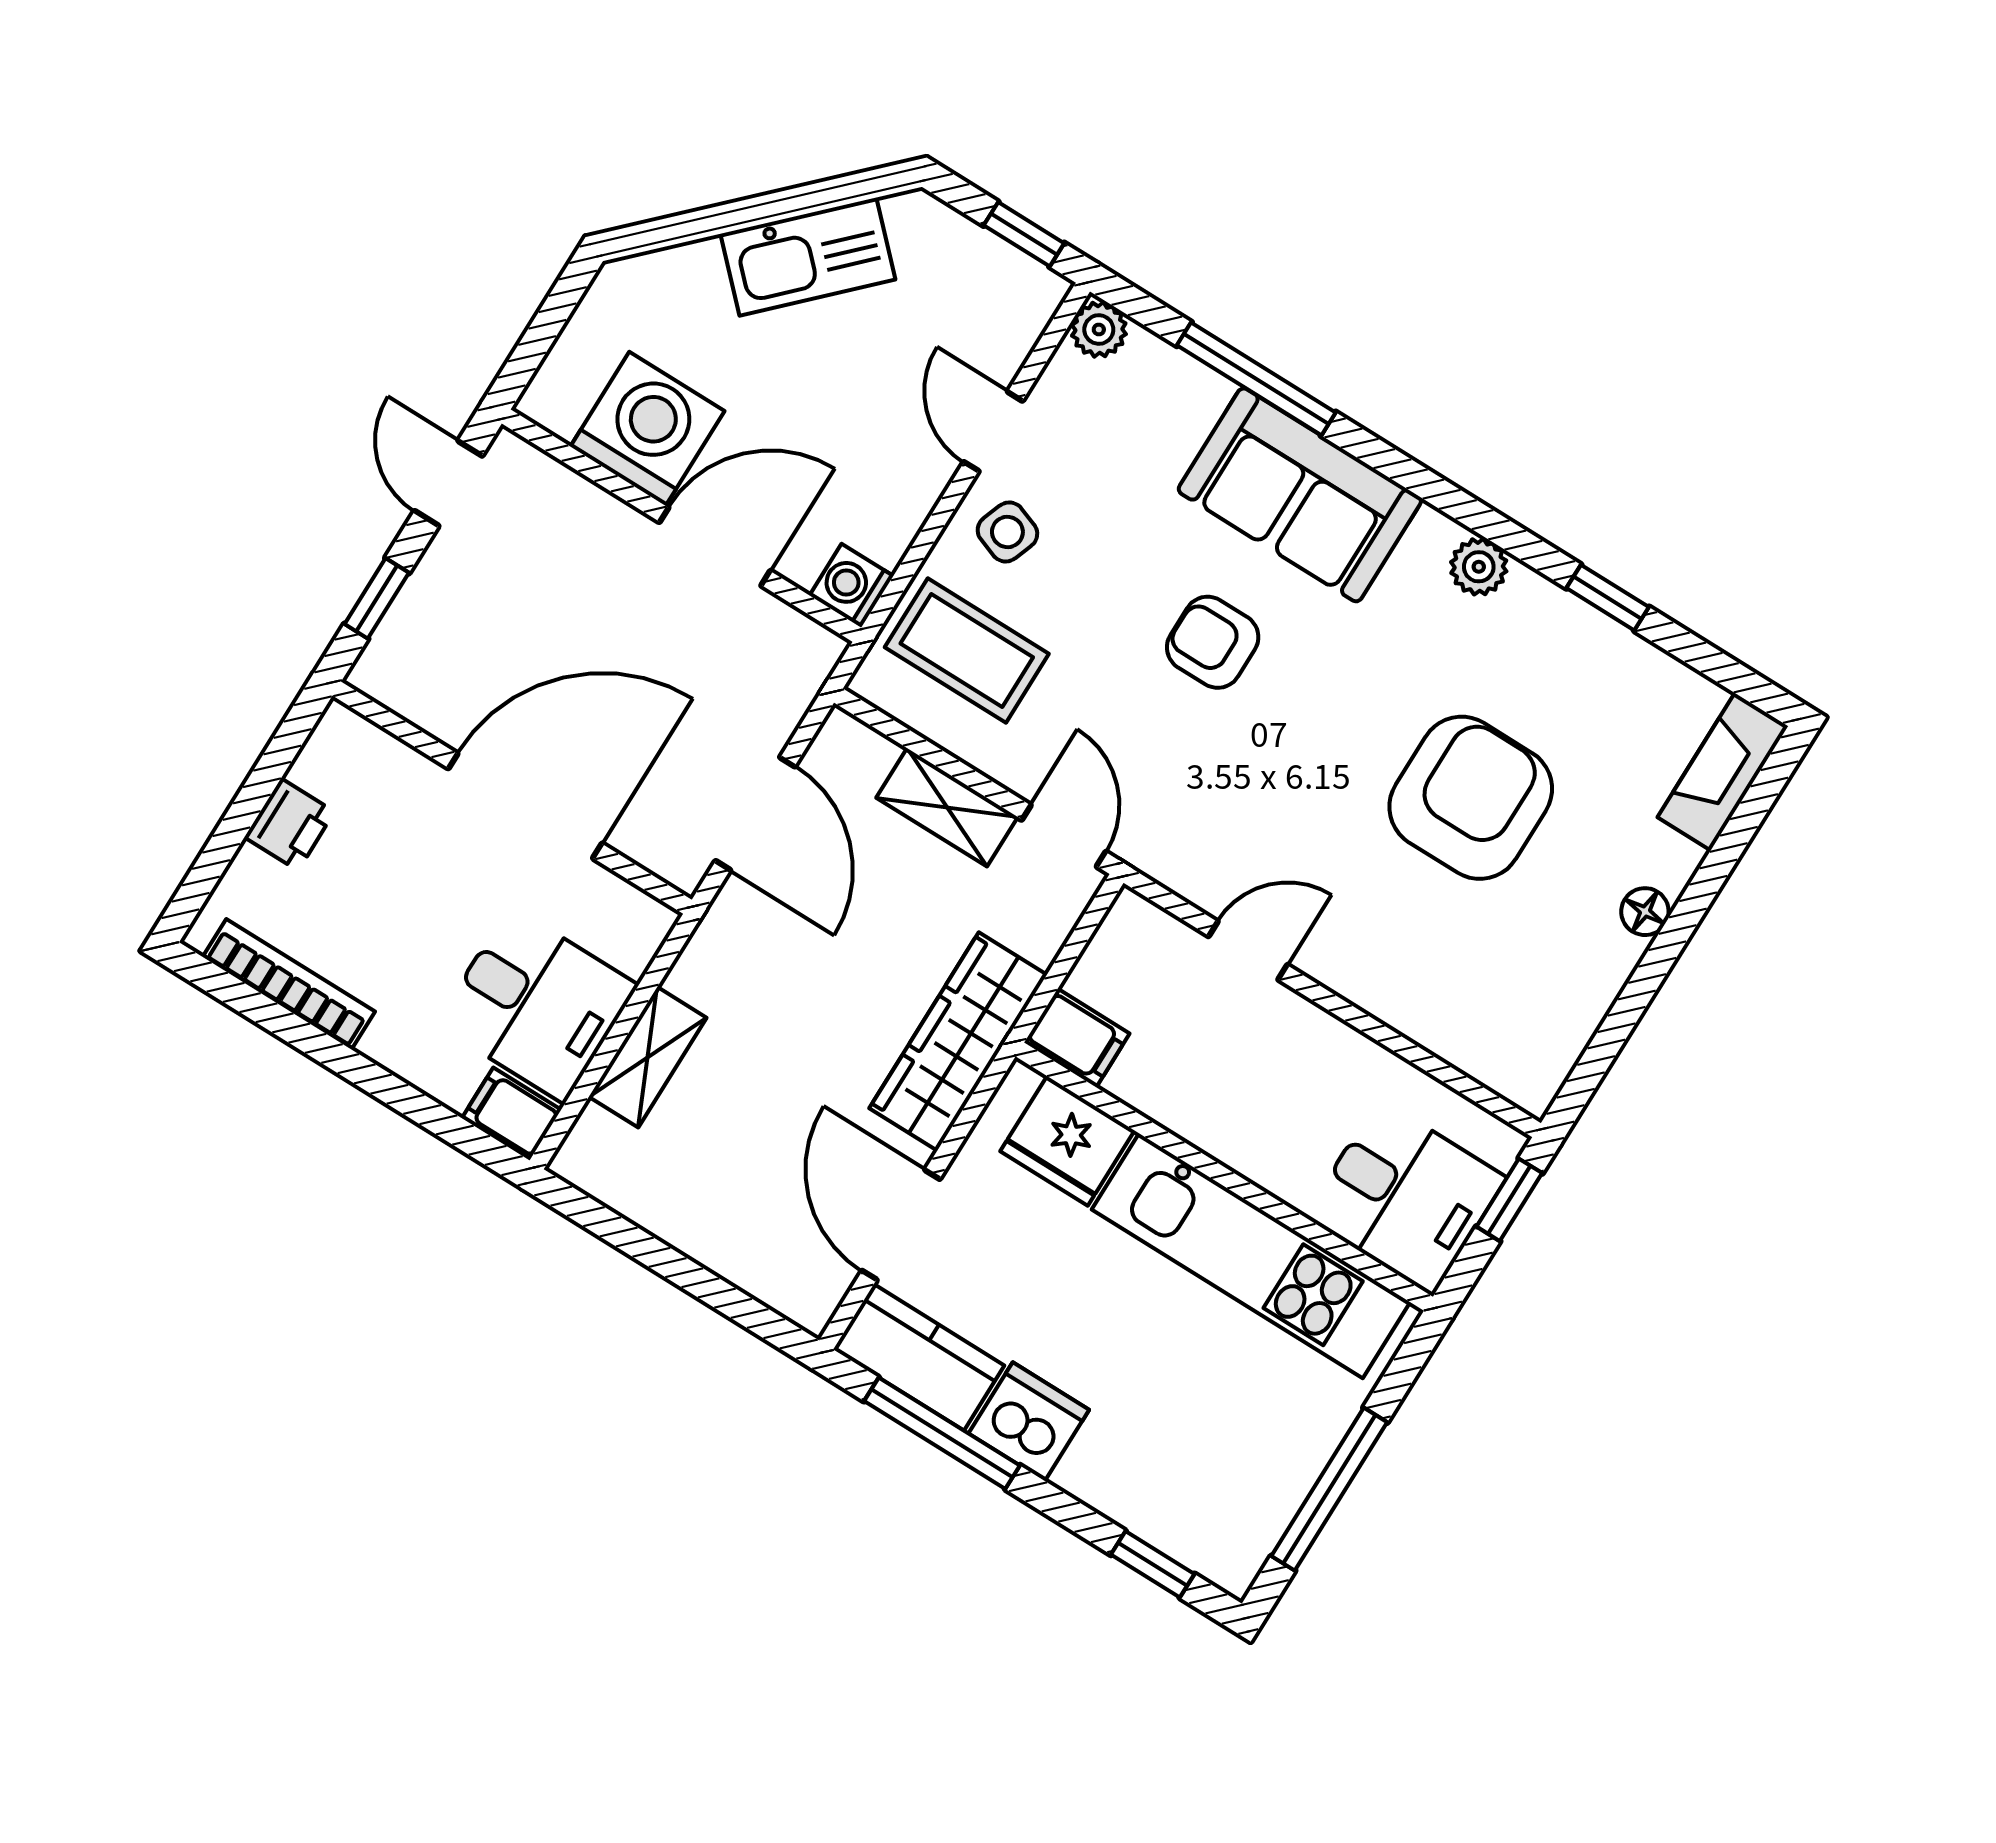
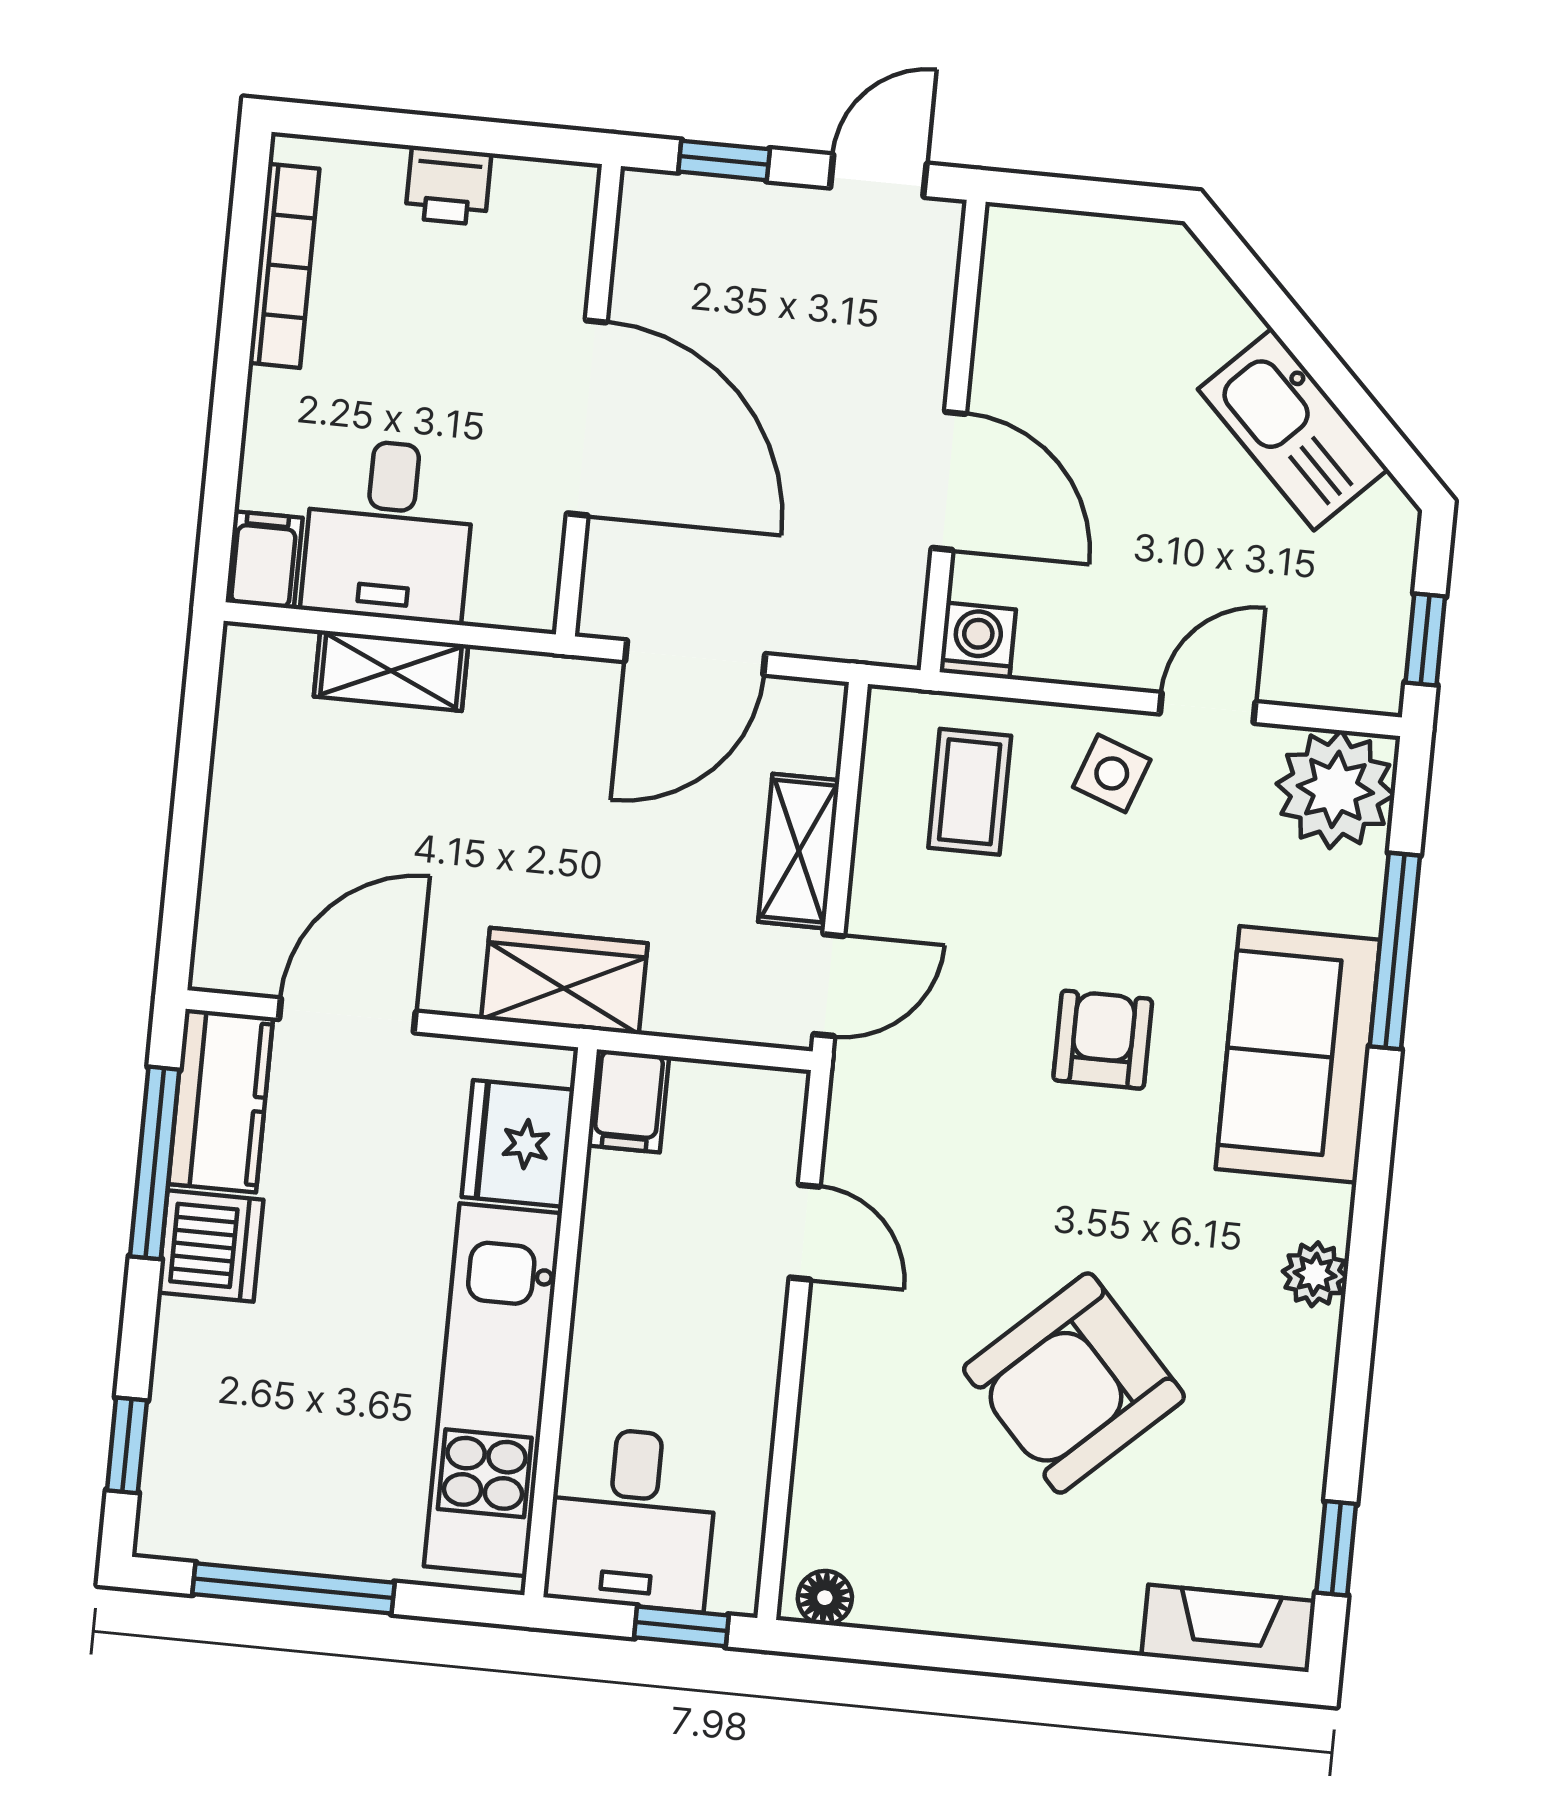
plant: (1099, 330) -> (1335, 789), width x1.87, depth x1.87
washing machine: (647, 429) -> (1035, 352), removed
window: (1608, 598) -> (1336, 1548), moved
coffee table: (967, 650) -> (970, 792), width x0.73, depth x0.77
armchair: (1471, 798) -> (1074, 1383), turned 137
floor lamp: (1645, 912) -> (825, 1598), moved
wardrobe: (958, 1042) -> (564, 981), width x0.67

